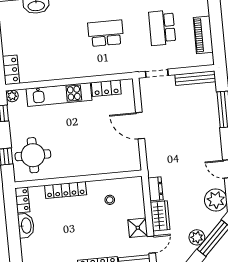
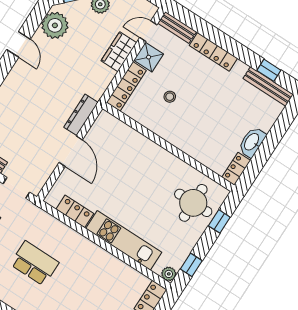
school desk: (106, 33) -> (35, 263), turned 180
dresser: (155, 189) -> (81, 115), moved, width x1.44
locker: (66, 190) -> (126, 86), moved, turned 90
stool: (110, 200) -> (170, 97), moved

